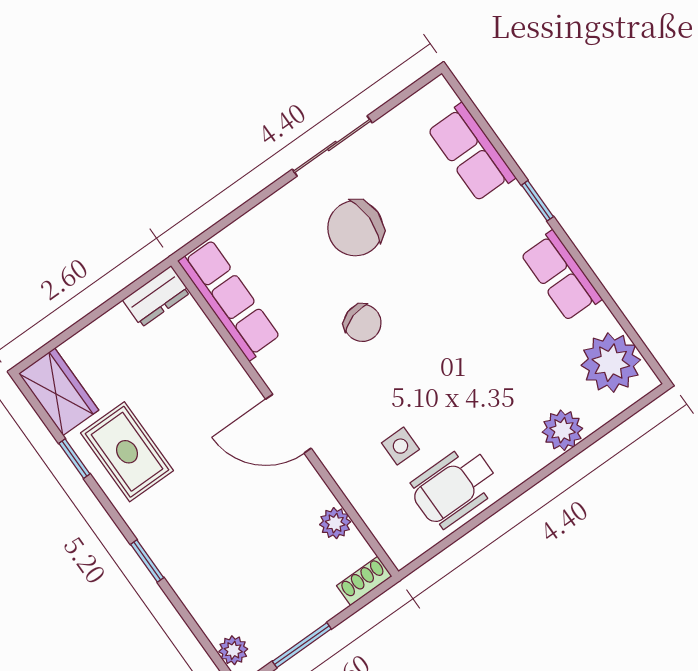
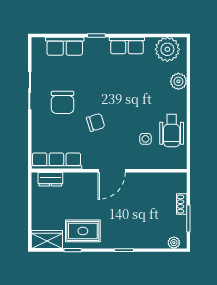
dresser: (156, 296) -> (50, 179), moved, turned 90
plant: (335, 523) -> (156, 179), removed
shoe rack: (364, 581) -> (182, 204), moved

